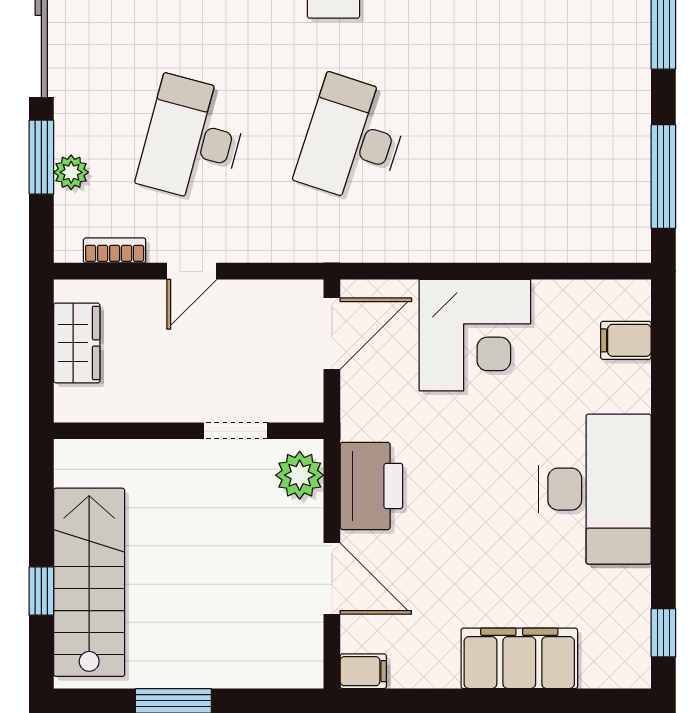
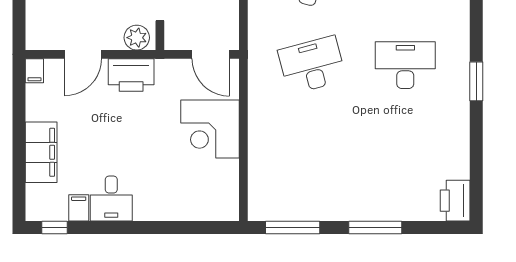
desk: (352, 139) -> (312, 65), turned -33
filing cabinet: (626, 340) -> (79, 208), moved
desk: (595, 489) -> (111, 199), width x0.53, depth x0.77

